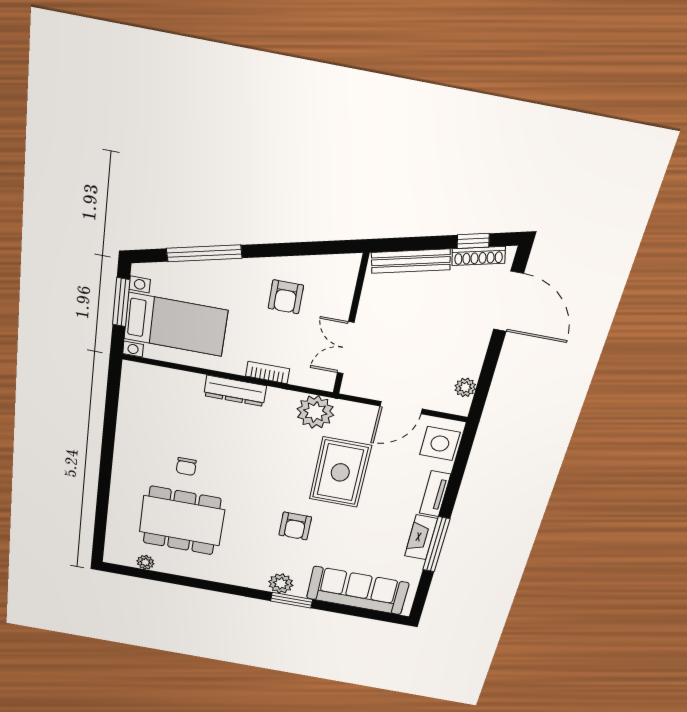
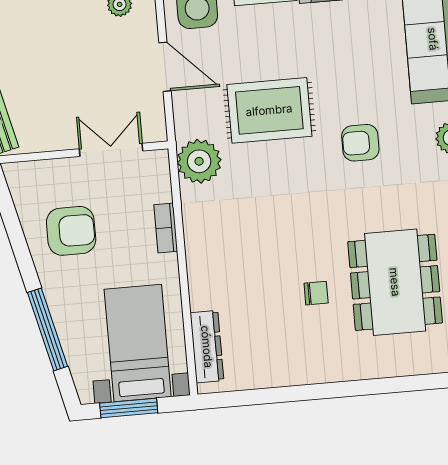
armchair: (286, 297) -> (71, 231), width x1.38, depth x1.38
double door: (346, 348) -> (111, 150), swing flipped
dresser: (235, 391) -> (207, 347), moved
armchair: (295, 526) -> (360, 143), turned 180

